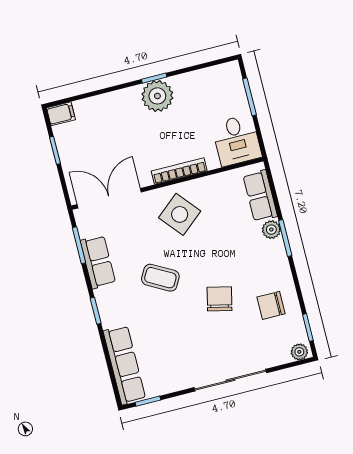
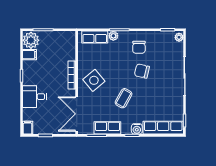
filing cabinet: (197, 83) -> (30, 55), added
plant: (157, 96) -> (31, 40), moved
desk: (237, 140) -> (35, 97), moved, turned 180
chair: (271, 305) -> (139, 47), moved
water cooler: (110, 317) -> (137, 129), added

